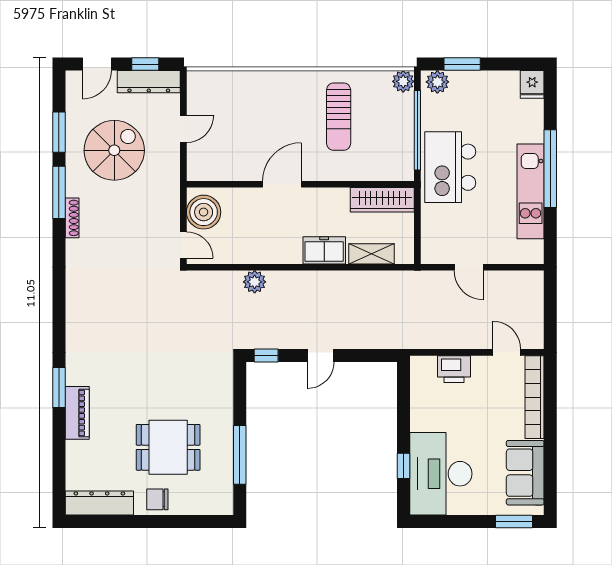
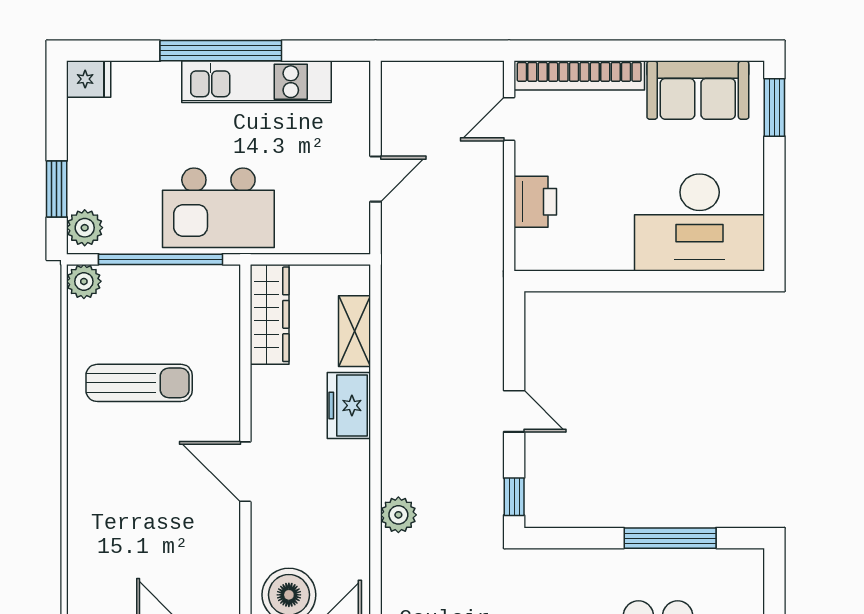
window: (404, 466) -> (687, 281), removed

